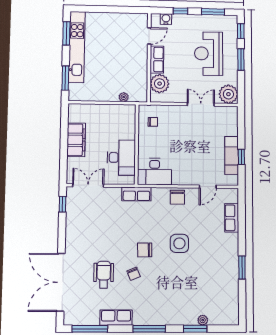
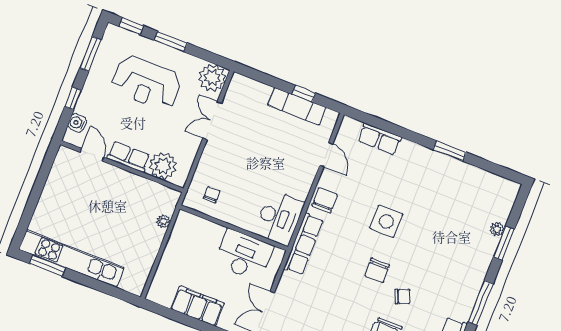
window: (65, 78) -> (109, 289), removed
row of seats: (136, 194) -> (304, 244), width x1.48
chair: (177, 197) -> (325, 201), turned -90

